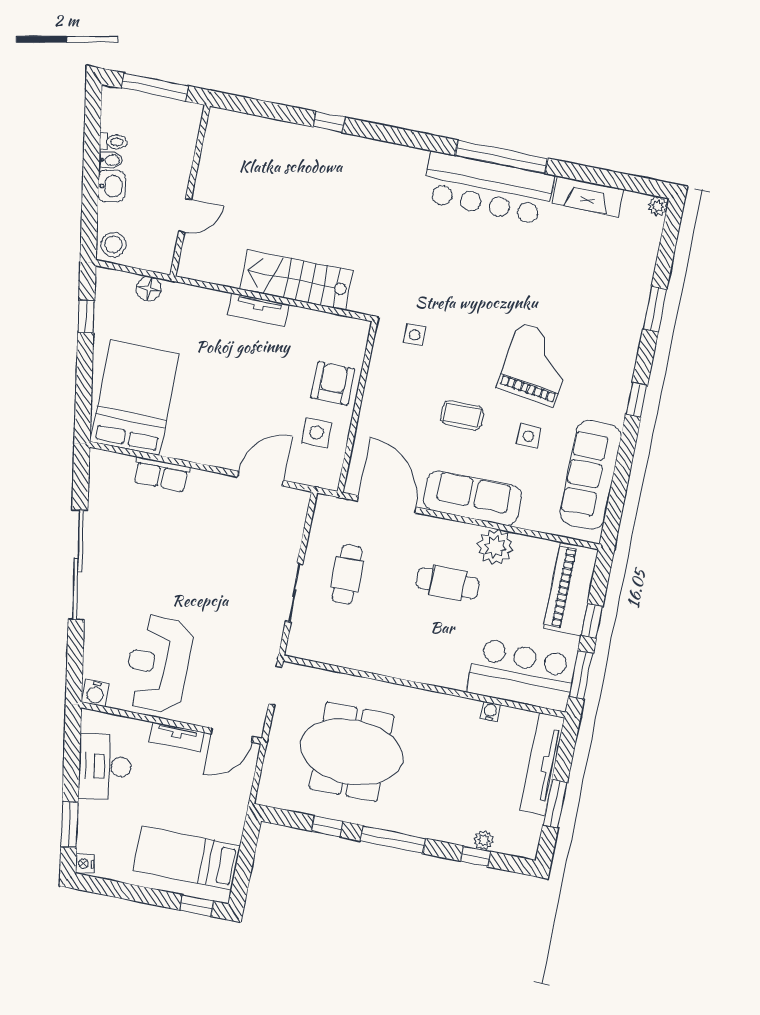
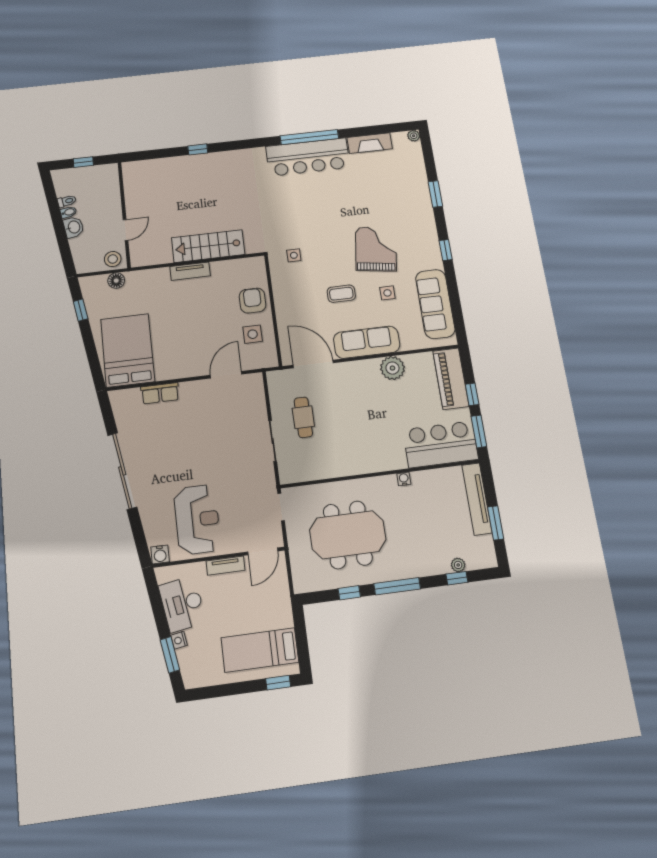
window: (155, 87) -> (83, 162), width x0.46
stool: (113, 245) -> (113, 259), moved
cafe table: (448, 583) -> (371, 401), removed
reception desk: (158, 664) -> (197, 519), turned 180
water cooler: (490, 711) -> (404, 479), moved
nightstand: (85, 864) -> (179, 640), moved

